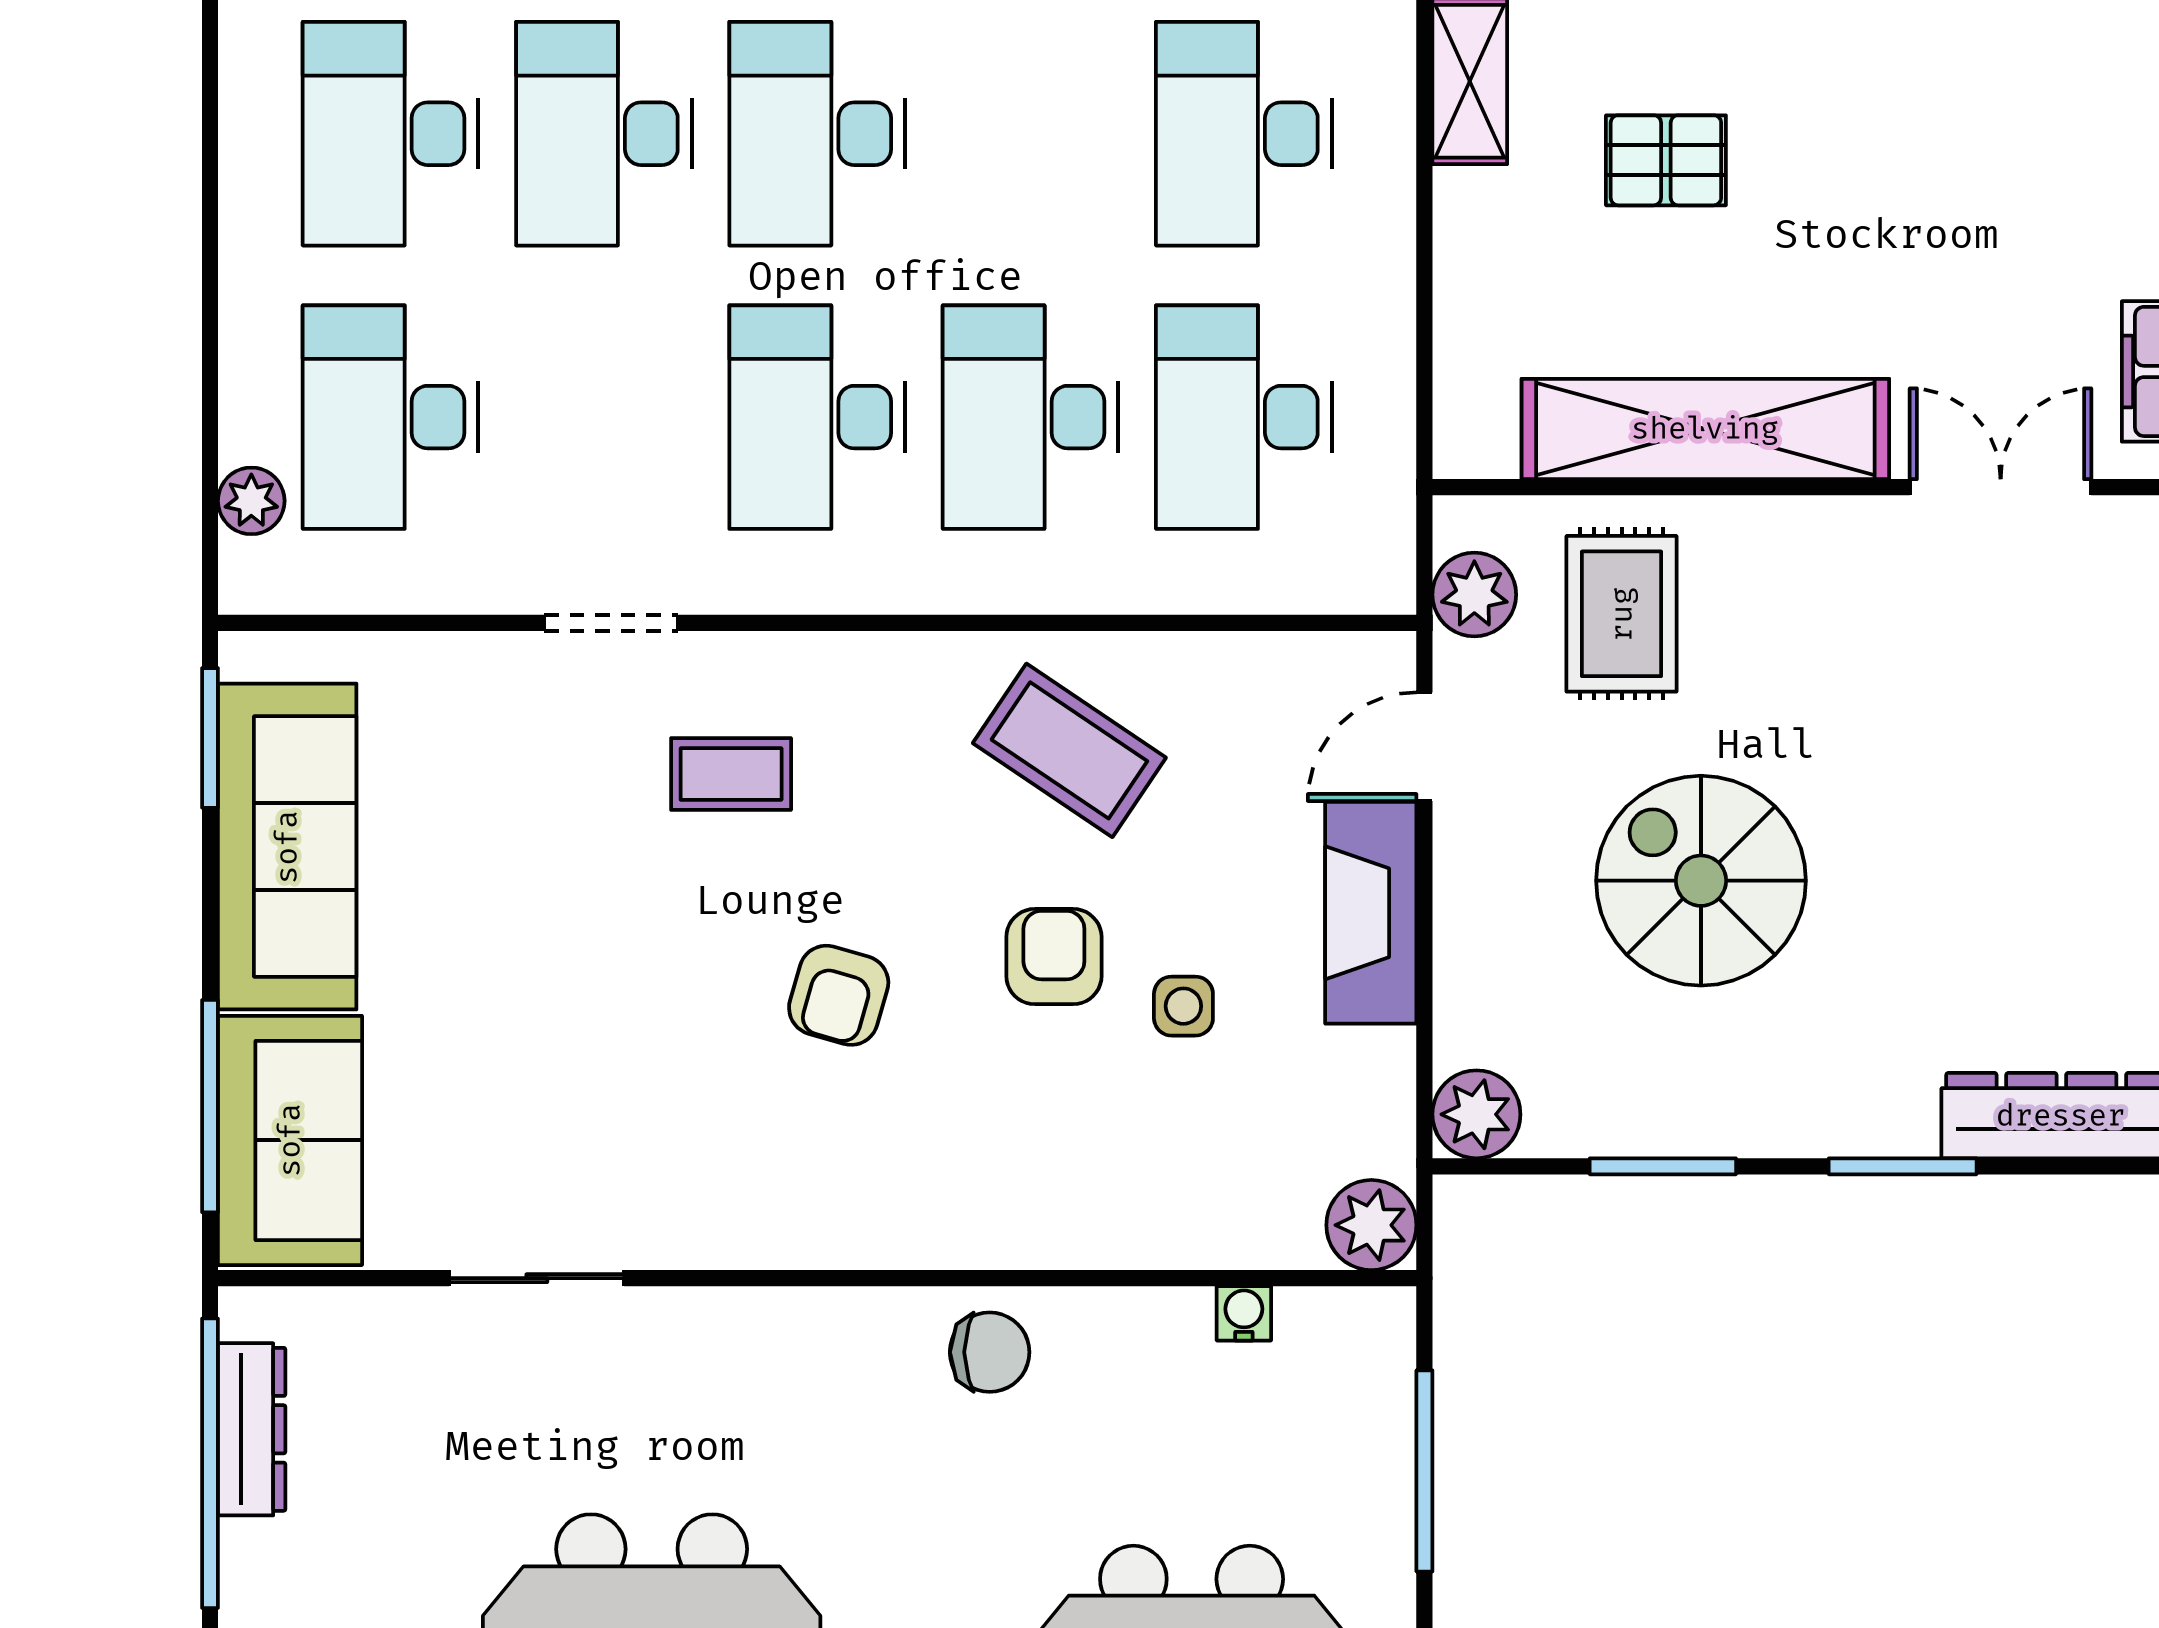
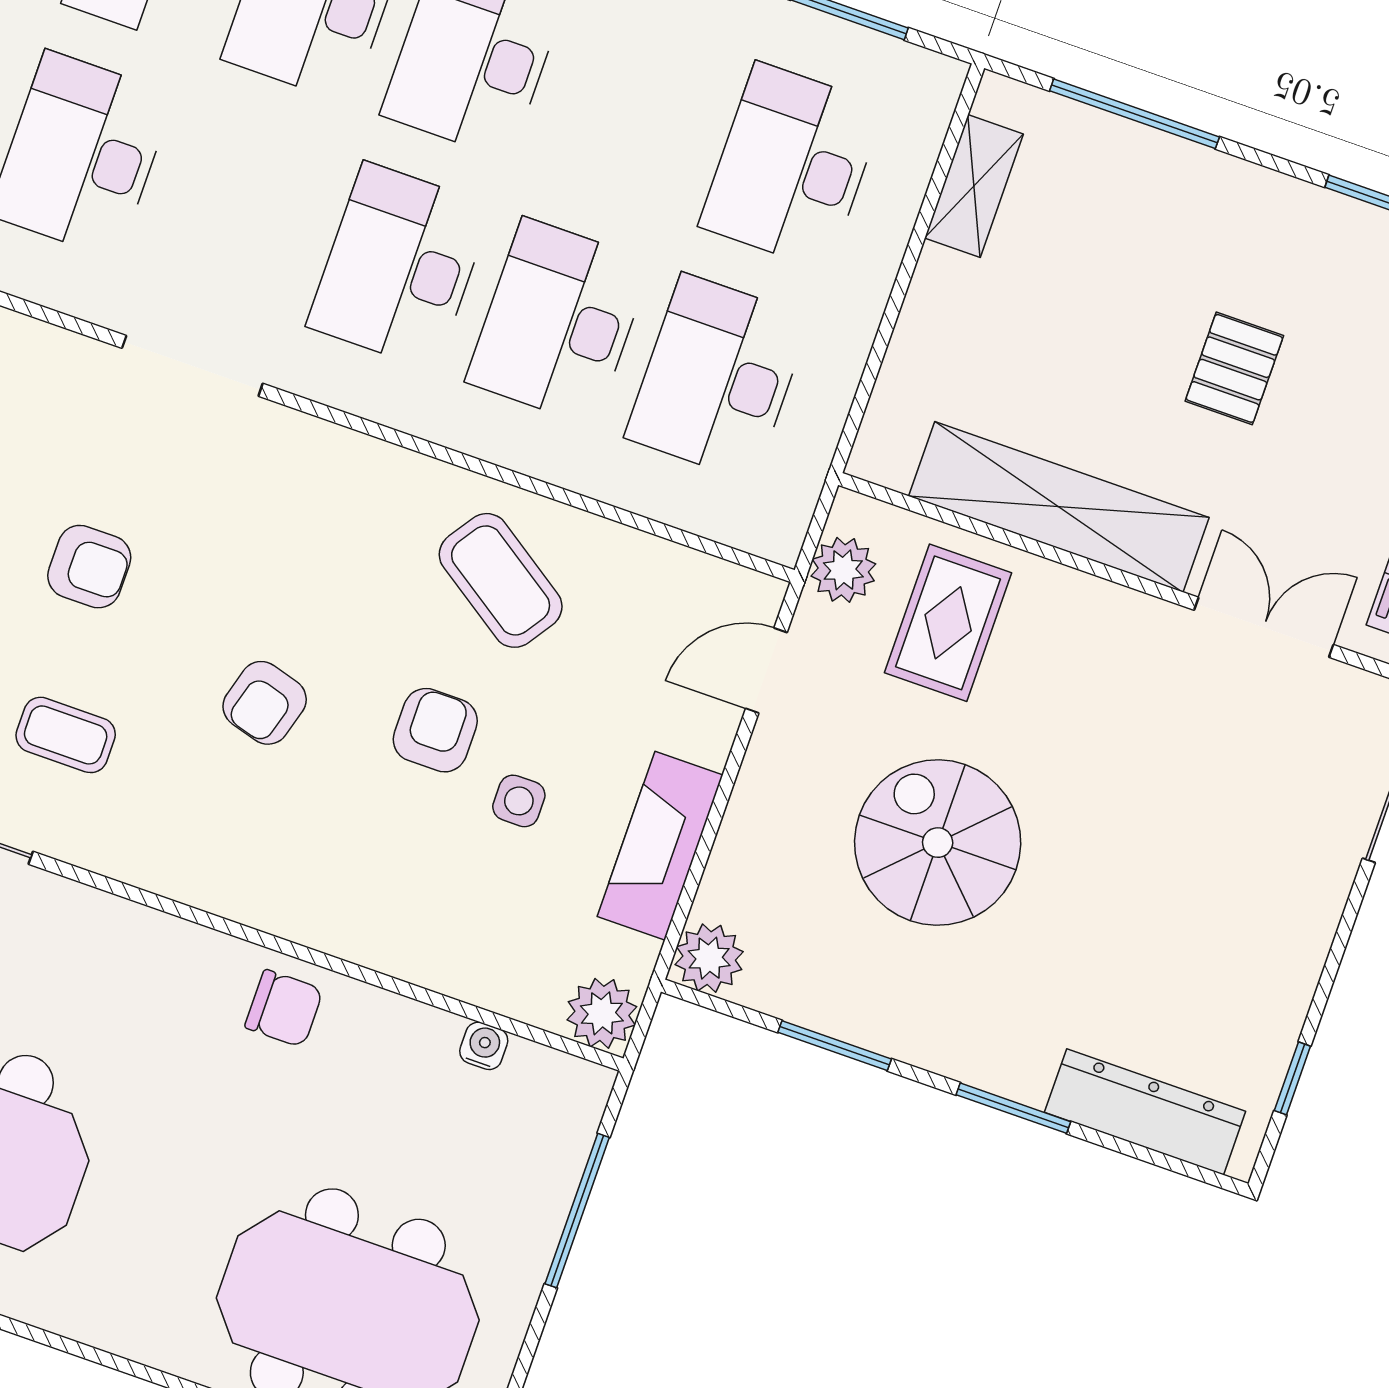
pallet: (1666, 160) -> (1234, 368), moved, turned 90
doorway: (611, 623) -> (192, 366), width x1.38
coffee table: (731, 774) -> (66, 735), moved
armchair: (572, 906) -> (89, 567), added
fireplace: (1371, 913) -> (660, 846), moved

